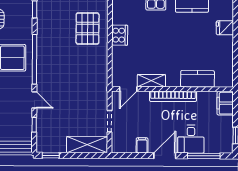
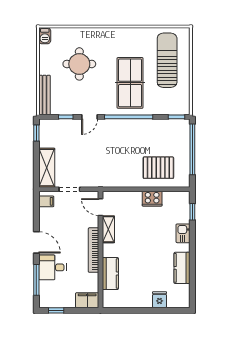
filing cabinet: (142, 145) -> (46, 201), moved

